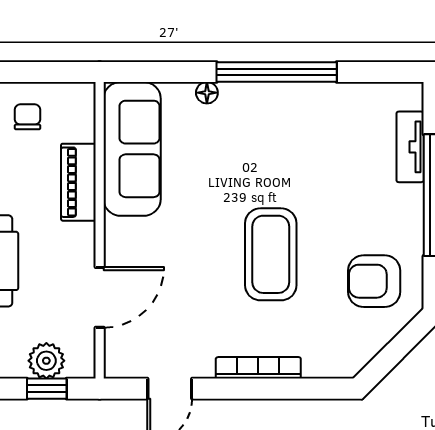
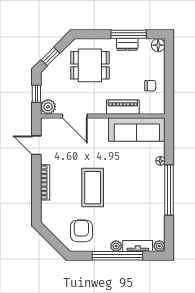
plant: (410, 95) -> (159, 246), added
plant: (410, 198) -> (116, 246), added
coffee table: (271, 254) -> (93, 188), turned 90
plant: (46, 361) -> (48, 107), moved

